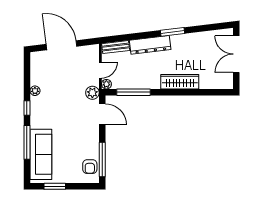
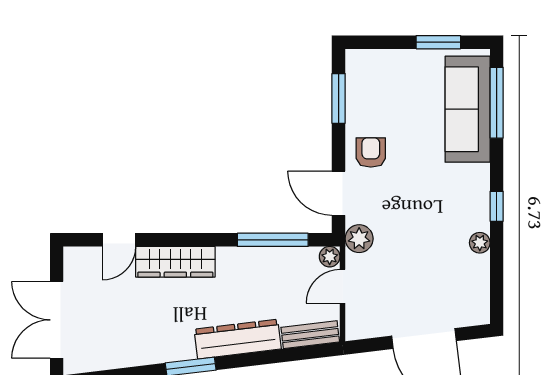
double door: (236, 54) -> (57, 320), swing flipped
door: (207, 92) -> (119, 240), added
window: (27, 142) -> (497, 103), moved
window: (102, 159) -> (339, 98), width x0.69
armchair: (90, 167) -> (371, 152), moved

